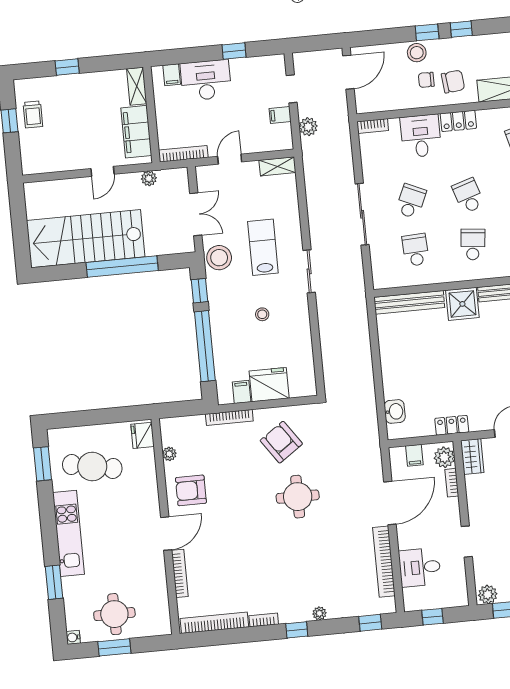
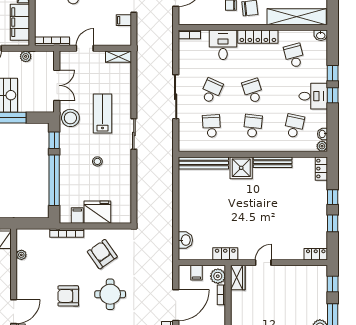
locker: (458, 121) -> (258, 37), width x1.53
plant: (308, 127) -> (143, 30), removed
armchair: (191, 490) -> (68, 296), moved

